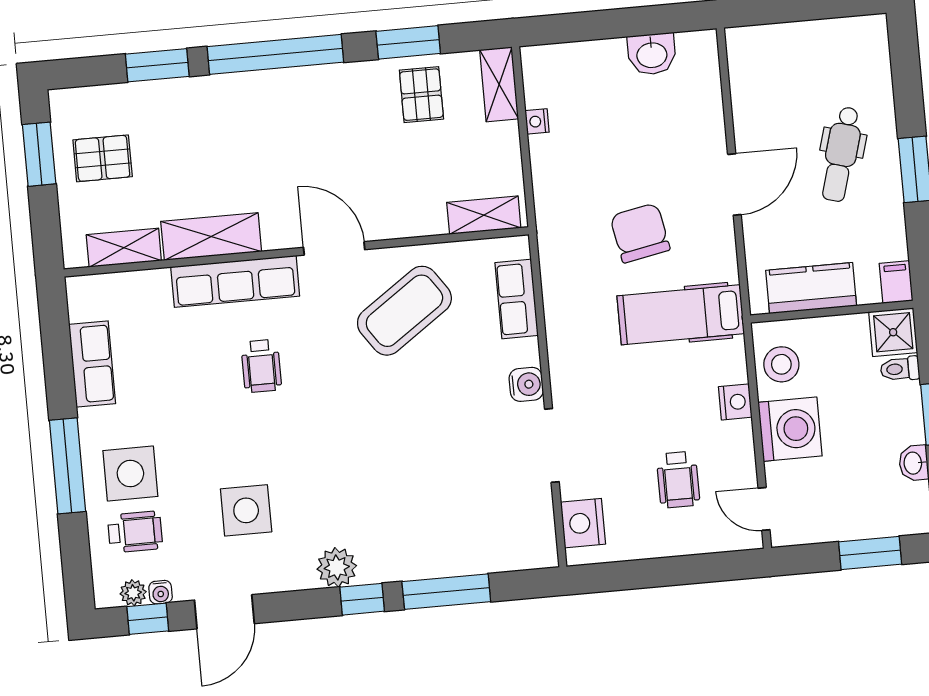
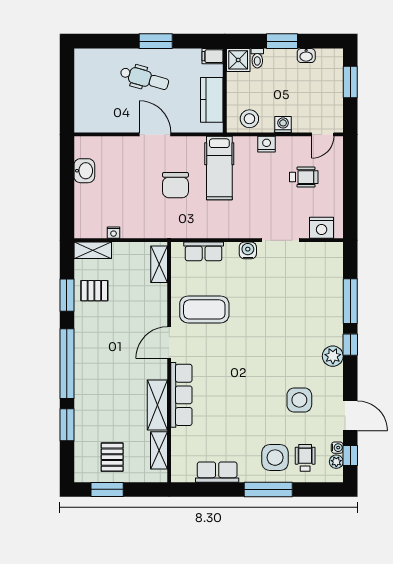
chair: (640, 233) -> (175, 185), turned -79
coffee table: (404, 311) -> (204, 309), turned -55
wheelchair: (261, 366) -> (226, 385), removed
washing machine: (790, 429) -> (283, 125), width x0.53, depth x0.53

